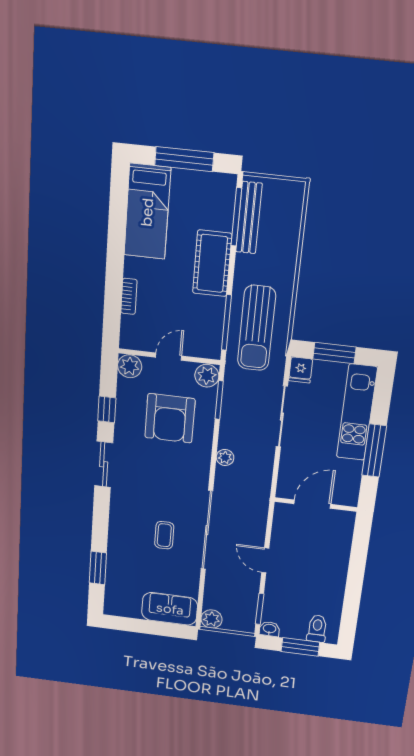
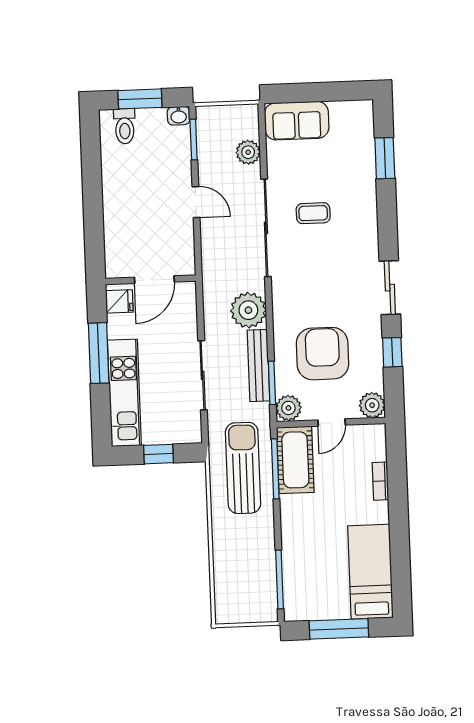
bench: (249, 218) -> (258, 365), moved
cot: (212, 263) -> (295, 460), moved
window: (334, 353) -> (159, 454), width x0.67
fridge: (301, 370) -> (119, 301), moved, turned 90
plant: (225, 457) -> (248, 310), width x1.87, depth x1.87
coffee table: (164, 535) -> (313, 213), turned 90
plant: (211, 619) -> (248, 152), moved

